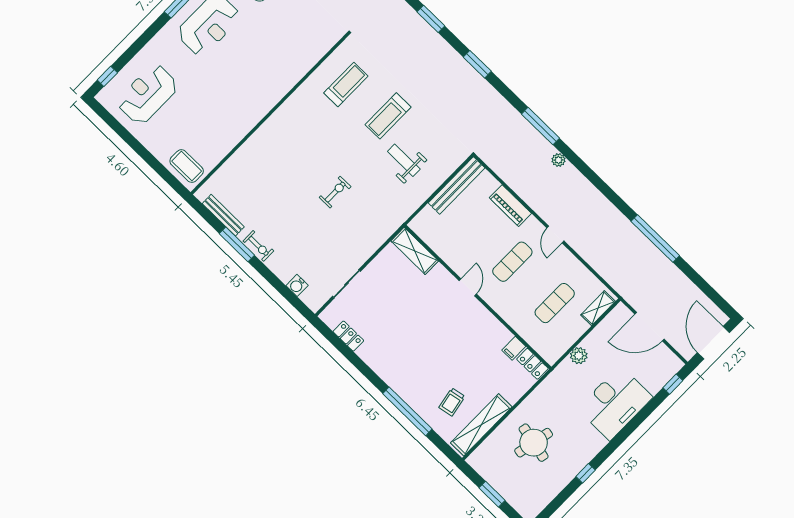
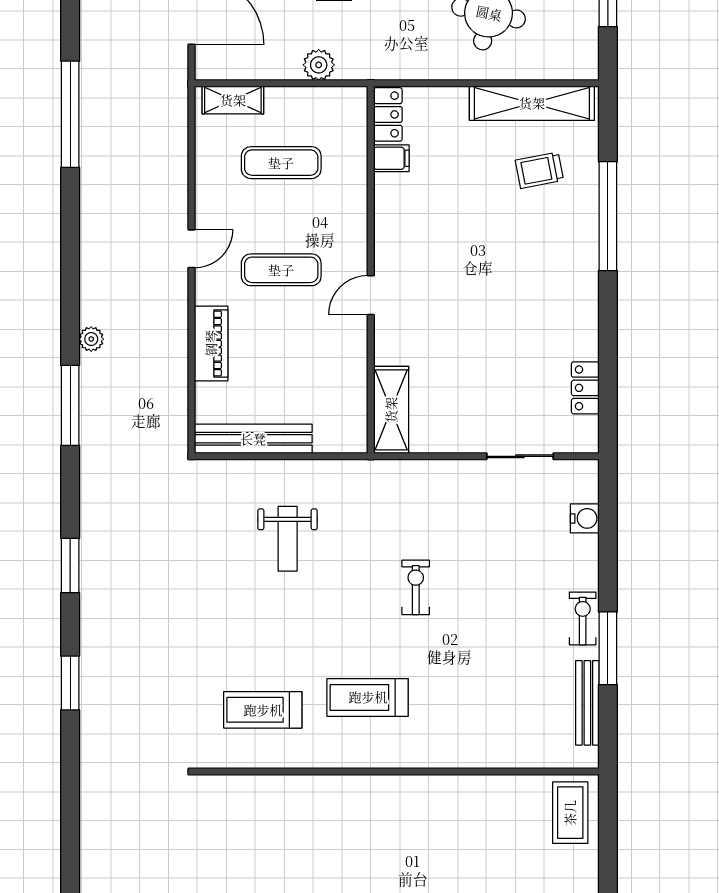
treadmill: (388, 116) -> (368, 697), moved, turned 180
exercise bike: (335, 192) -> (416, 587), turned 90
trolley: (452, 402) -> (539, 170), turned 180

